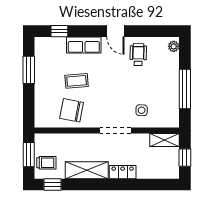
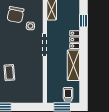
chair: (72, 110) -> (15, 15), moved
window: (53, 184) -> (84, 21), moved

